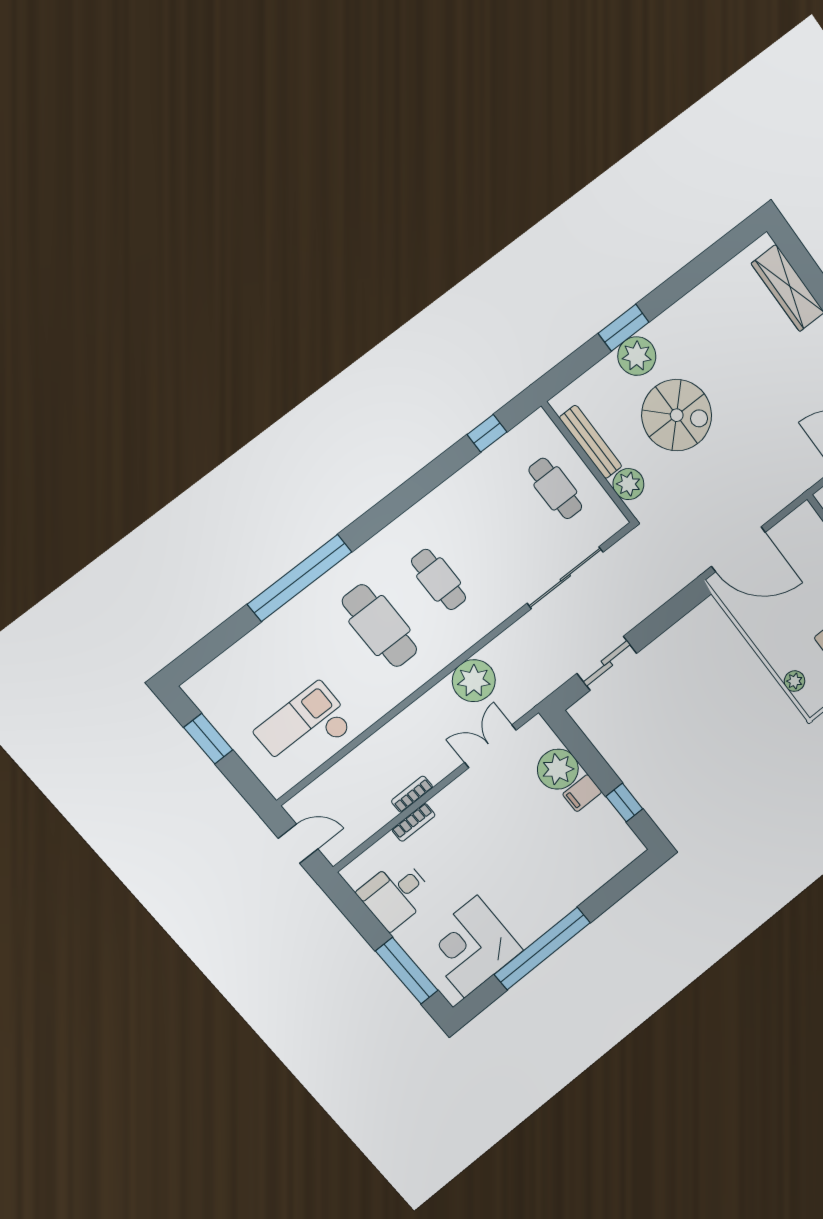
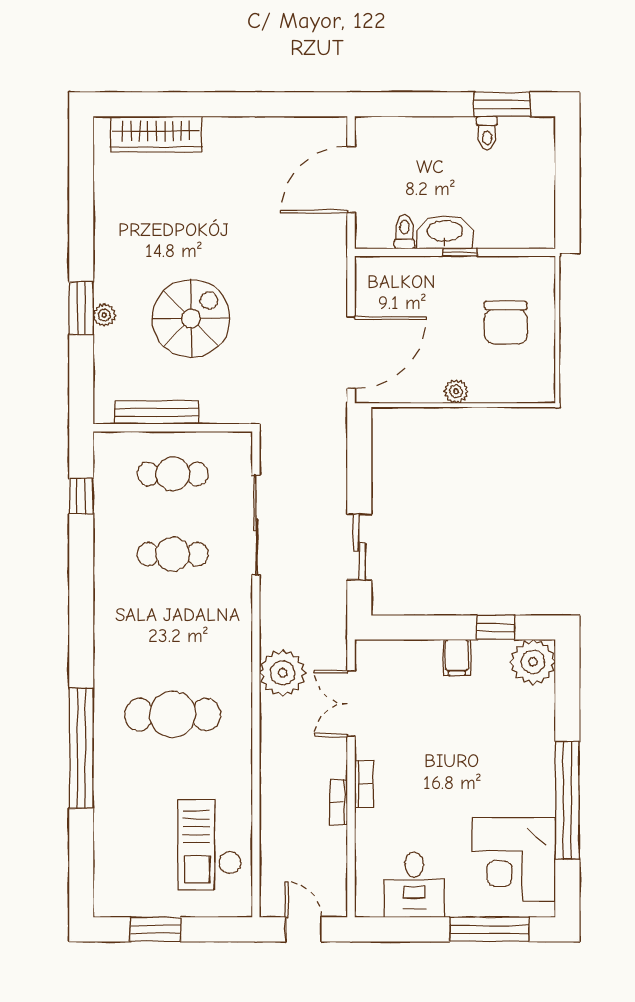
plant: (637, 356) -> (104, 315), width x0.53, depth x0.53
plant: (628, 484) -> (218, 407), removed
cafe table: (439, 580) -> (173, 554), moved
plant: (794, 681) -> (456, 391), moved
plant: (558, 769) -> (533, 662), moved
bookcase: (414, 822) -> (364, 784), moved
door: (298, 844) -> (303, 929), hinge flipped

